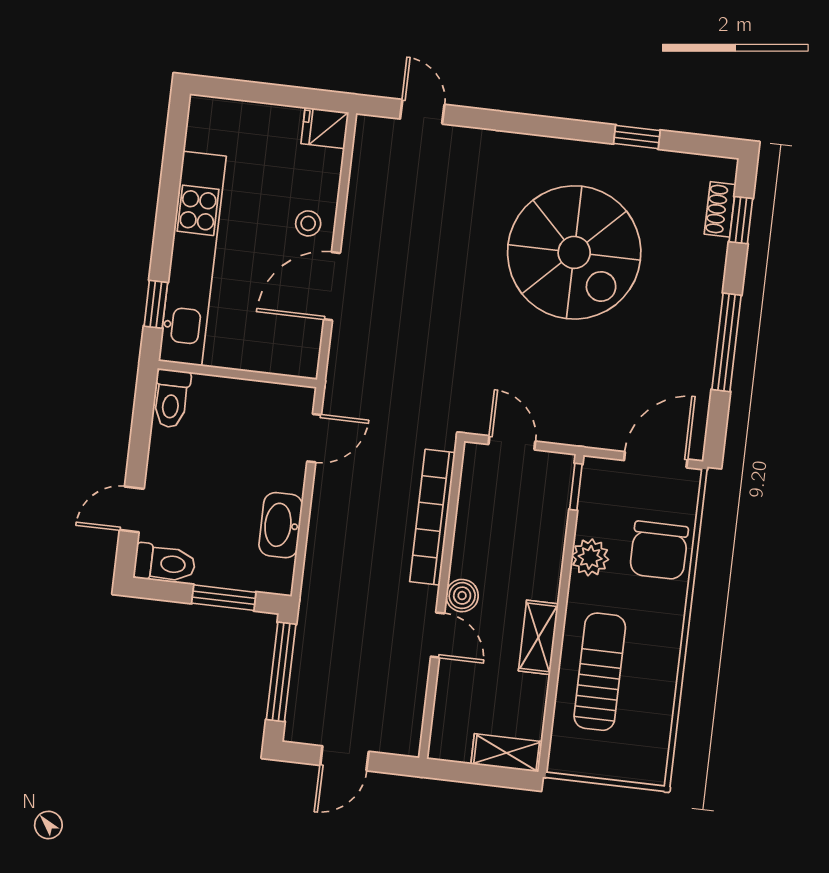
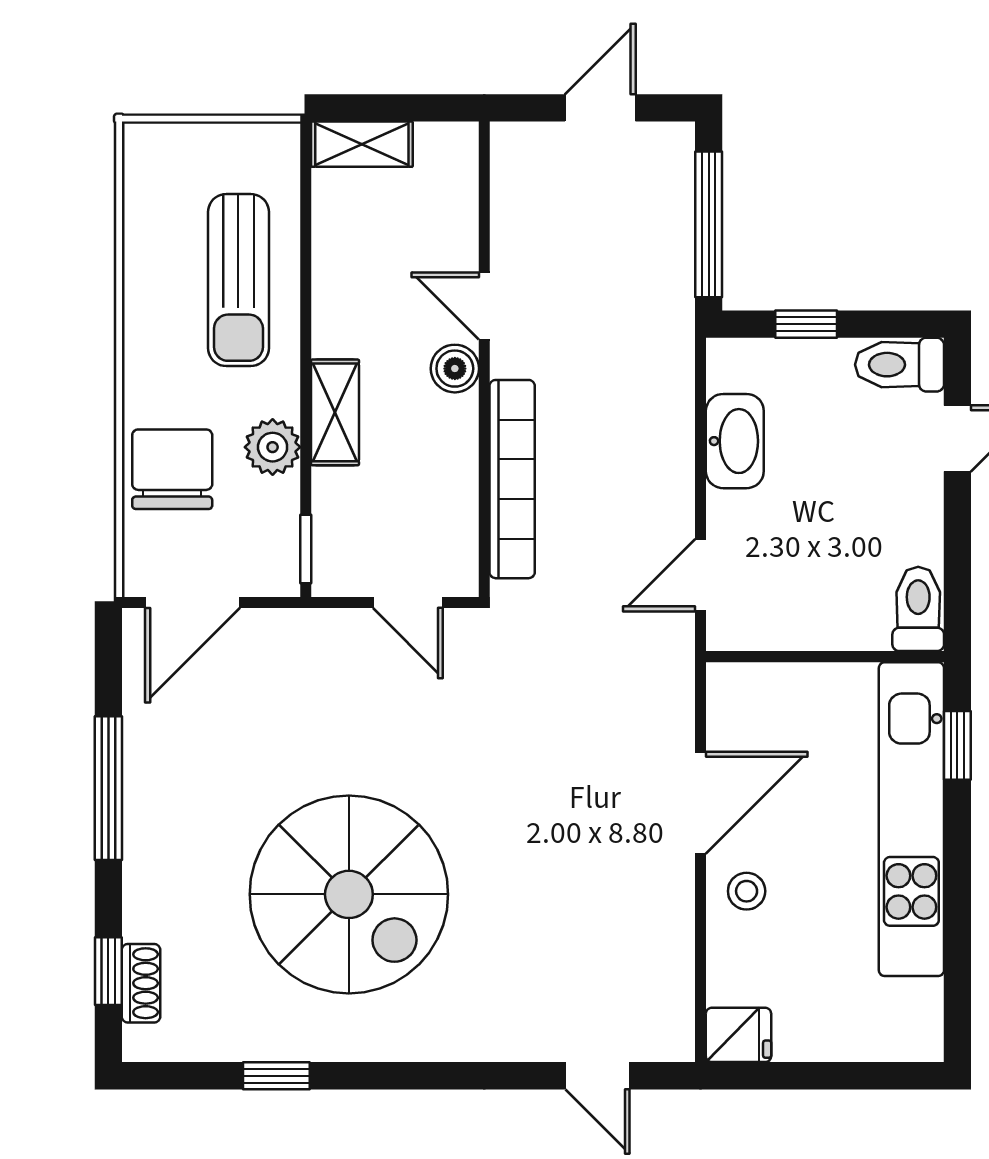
spiral stairs: (574, 252) -> (349, 894), turned 180
window: (224, 598) -> (806, 324), width x0.67
shelving: (538, 637) -> (335, 412), moved

